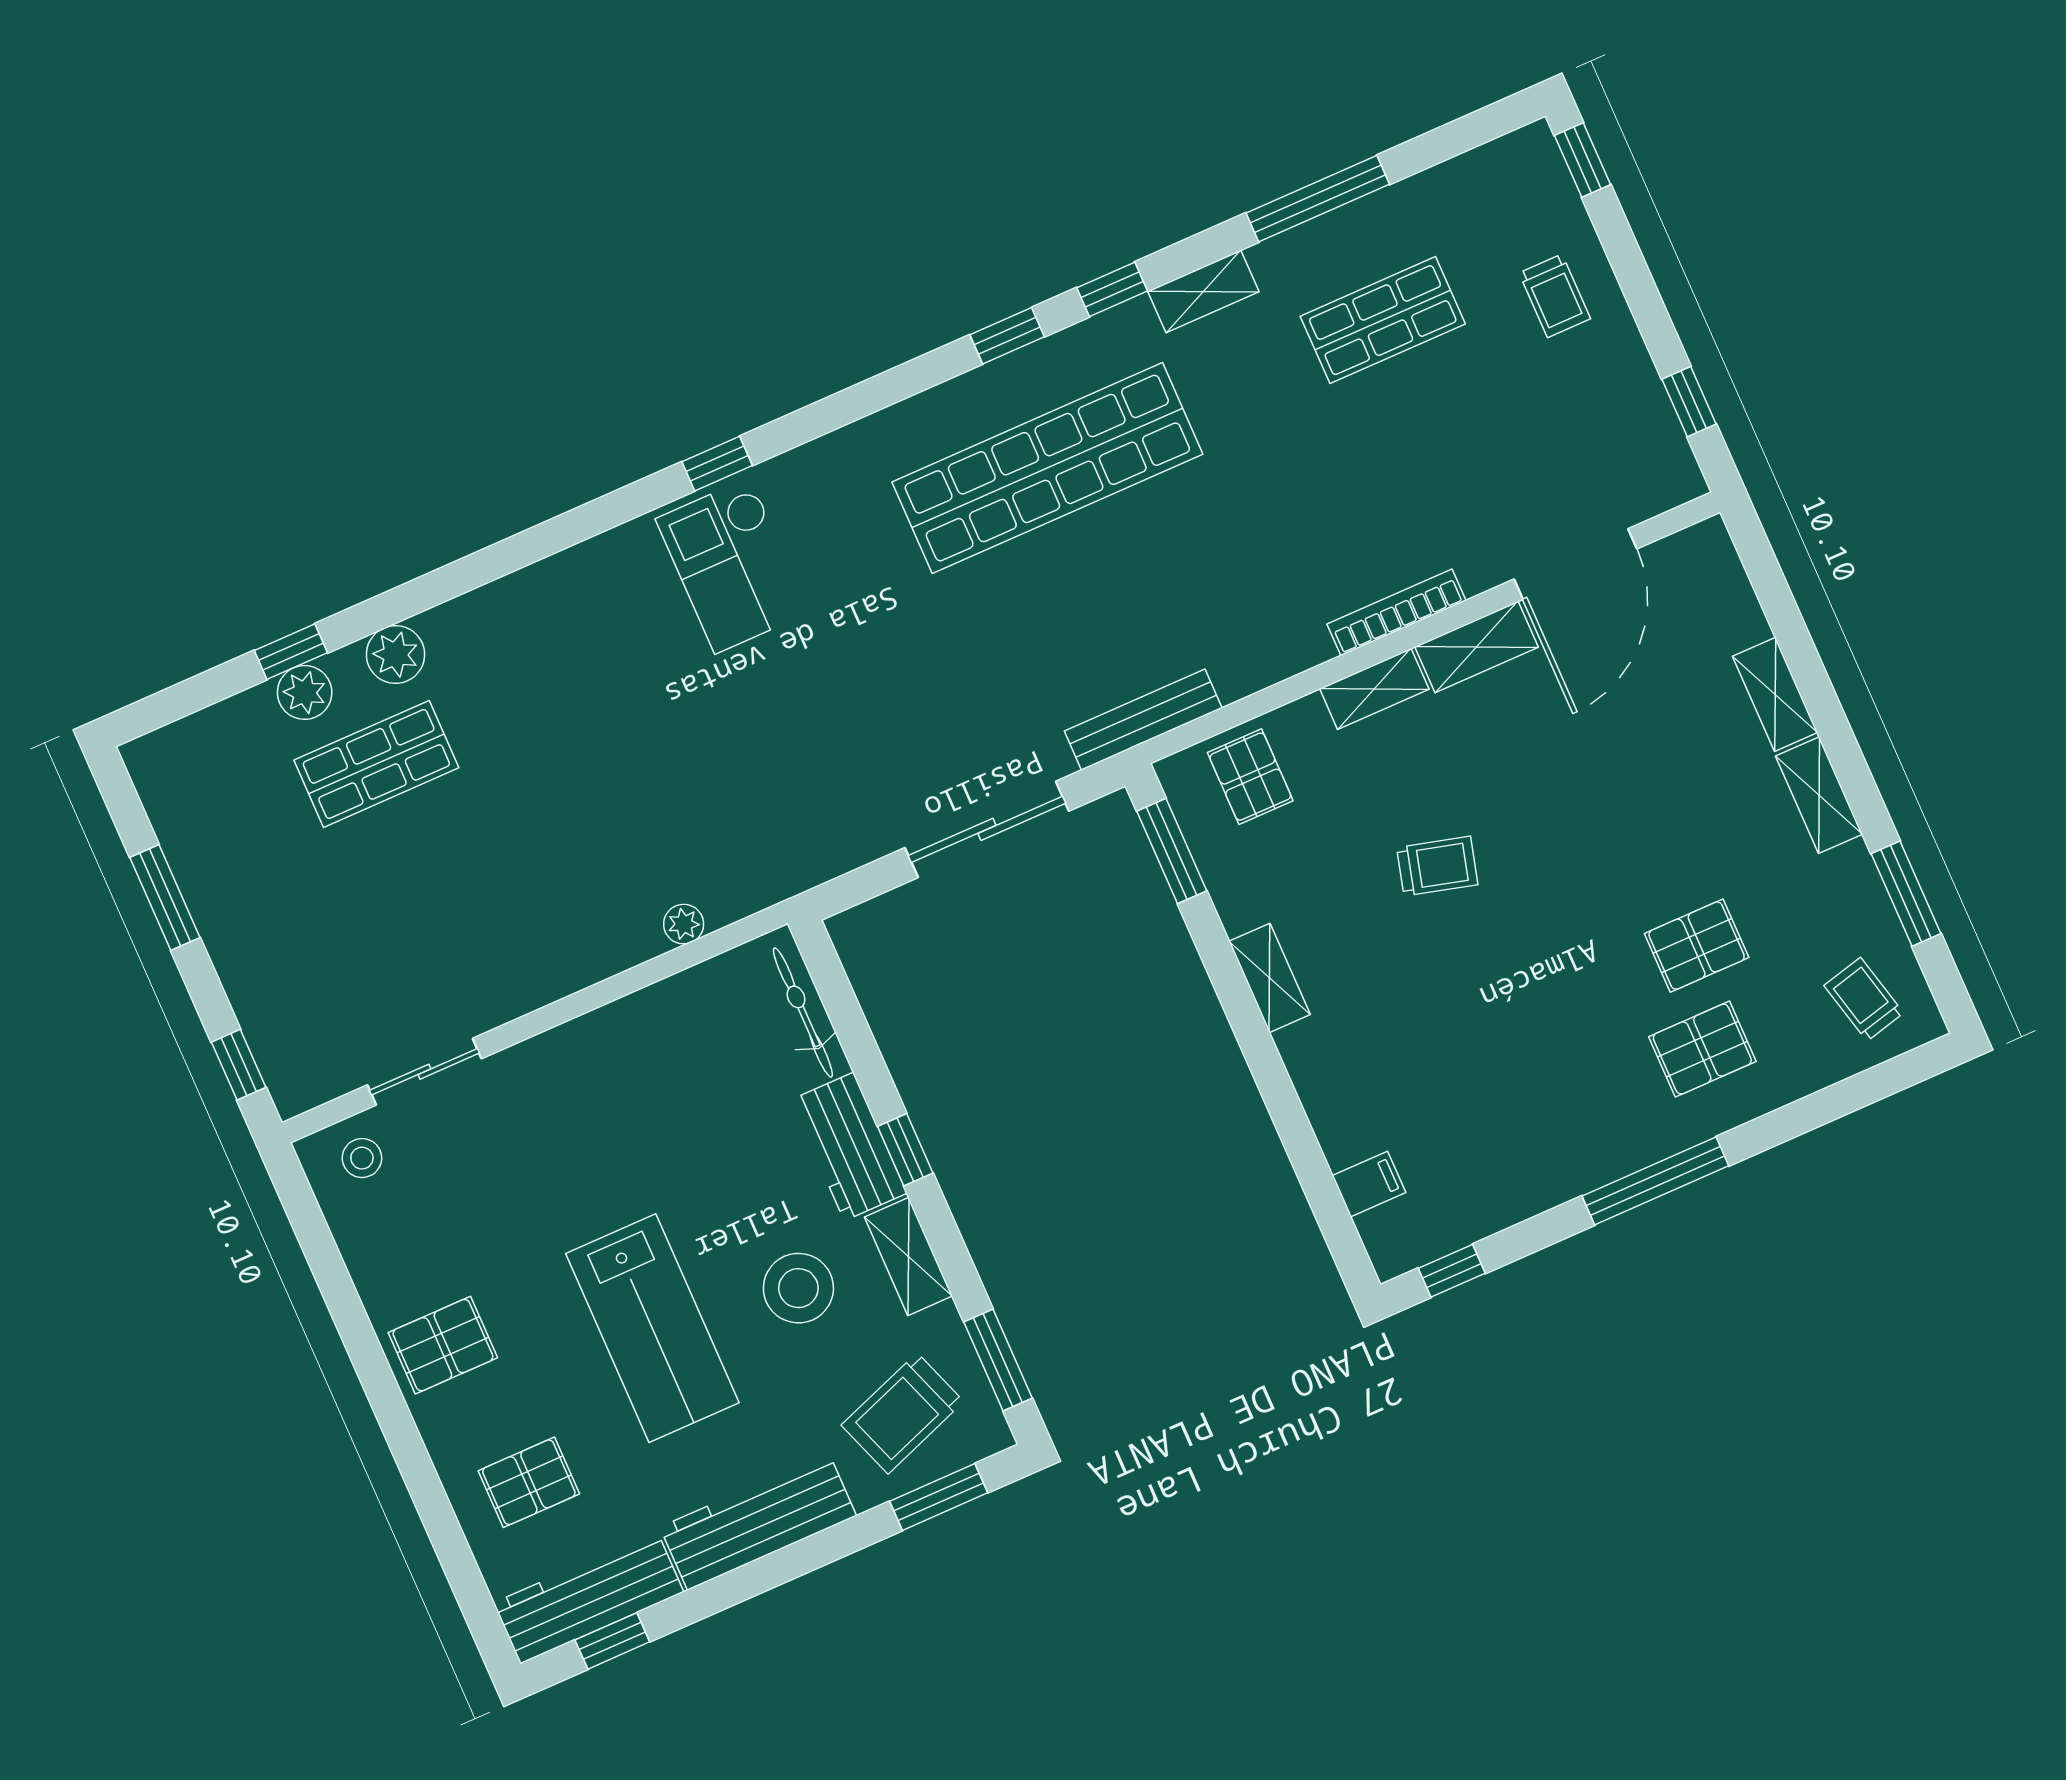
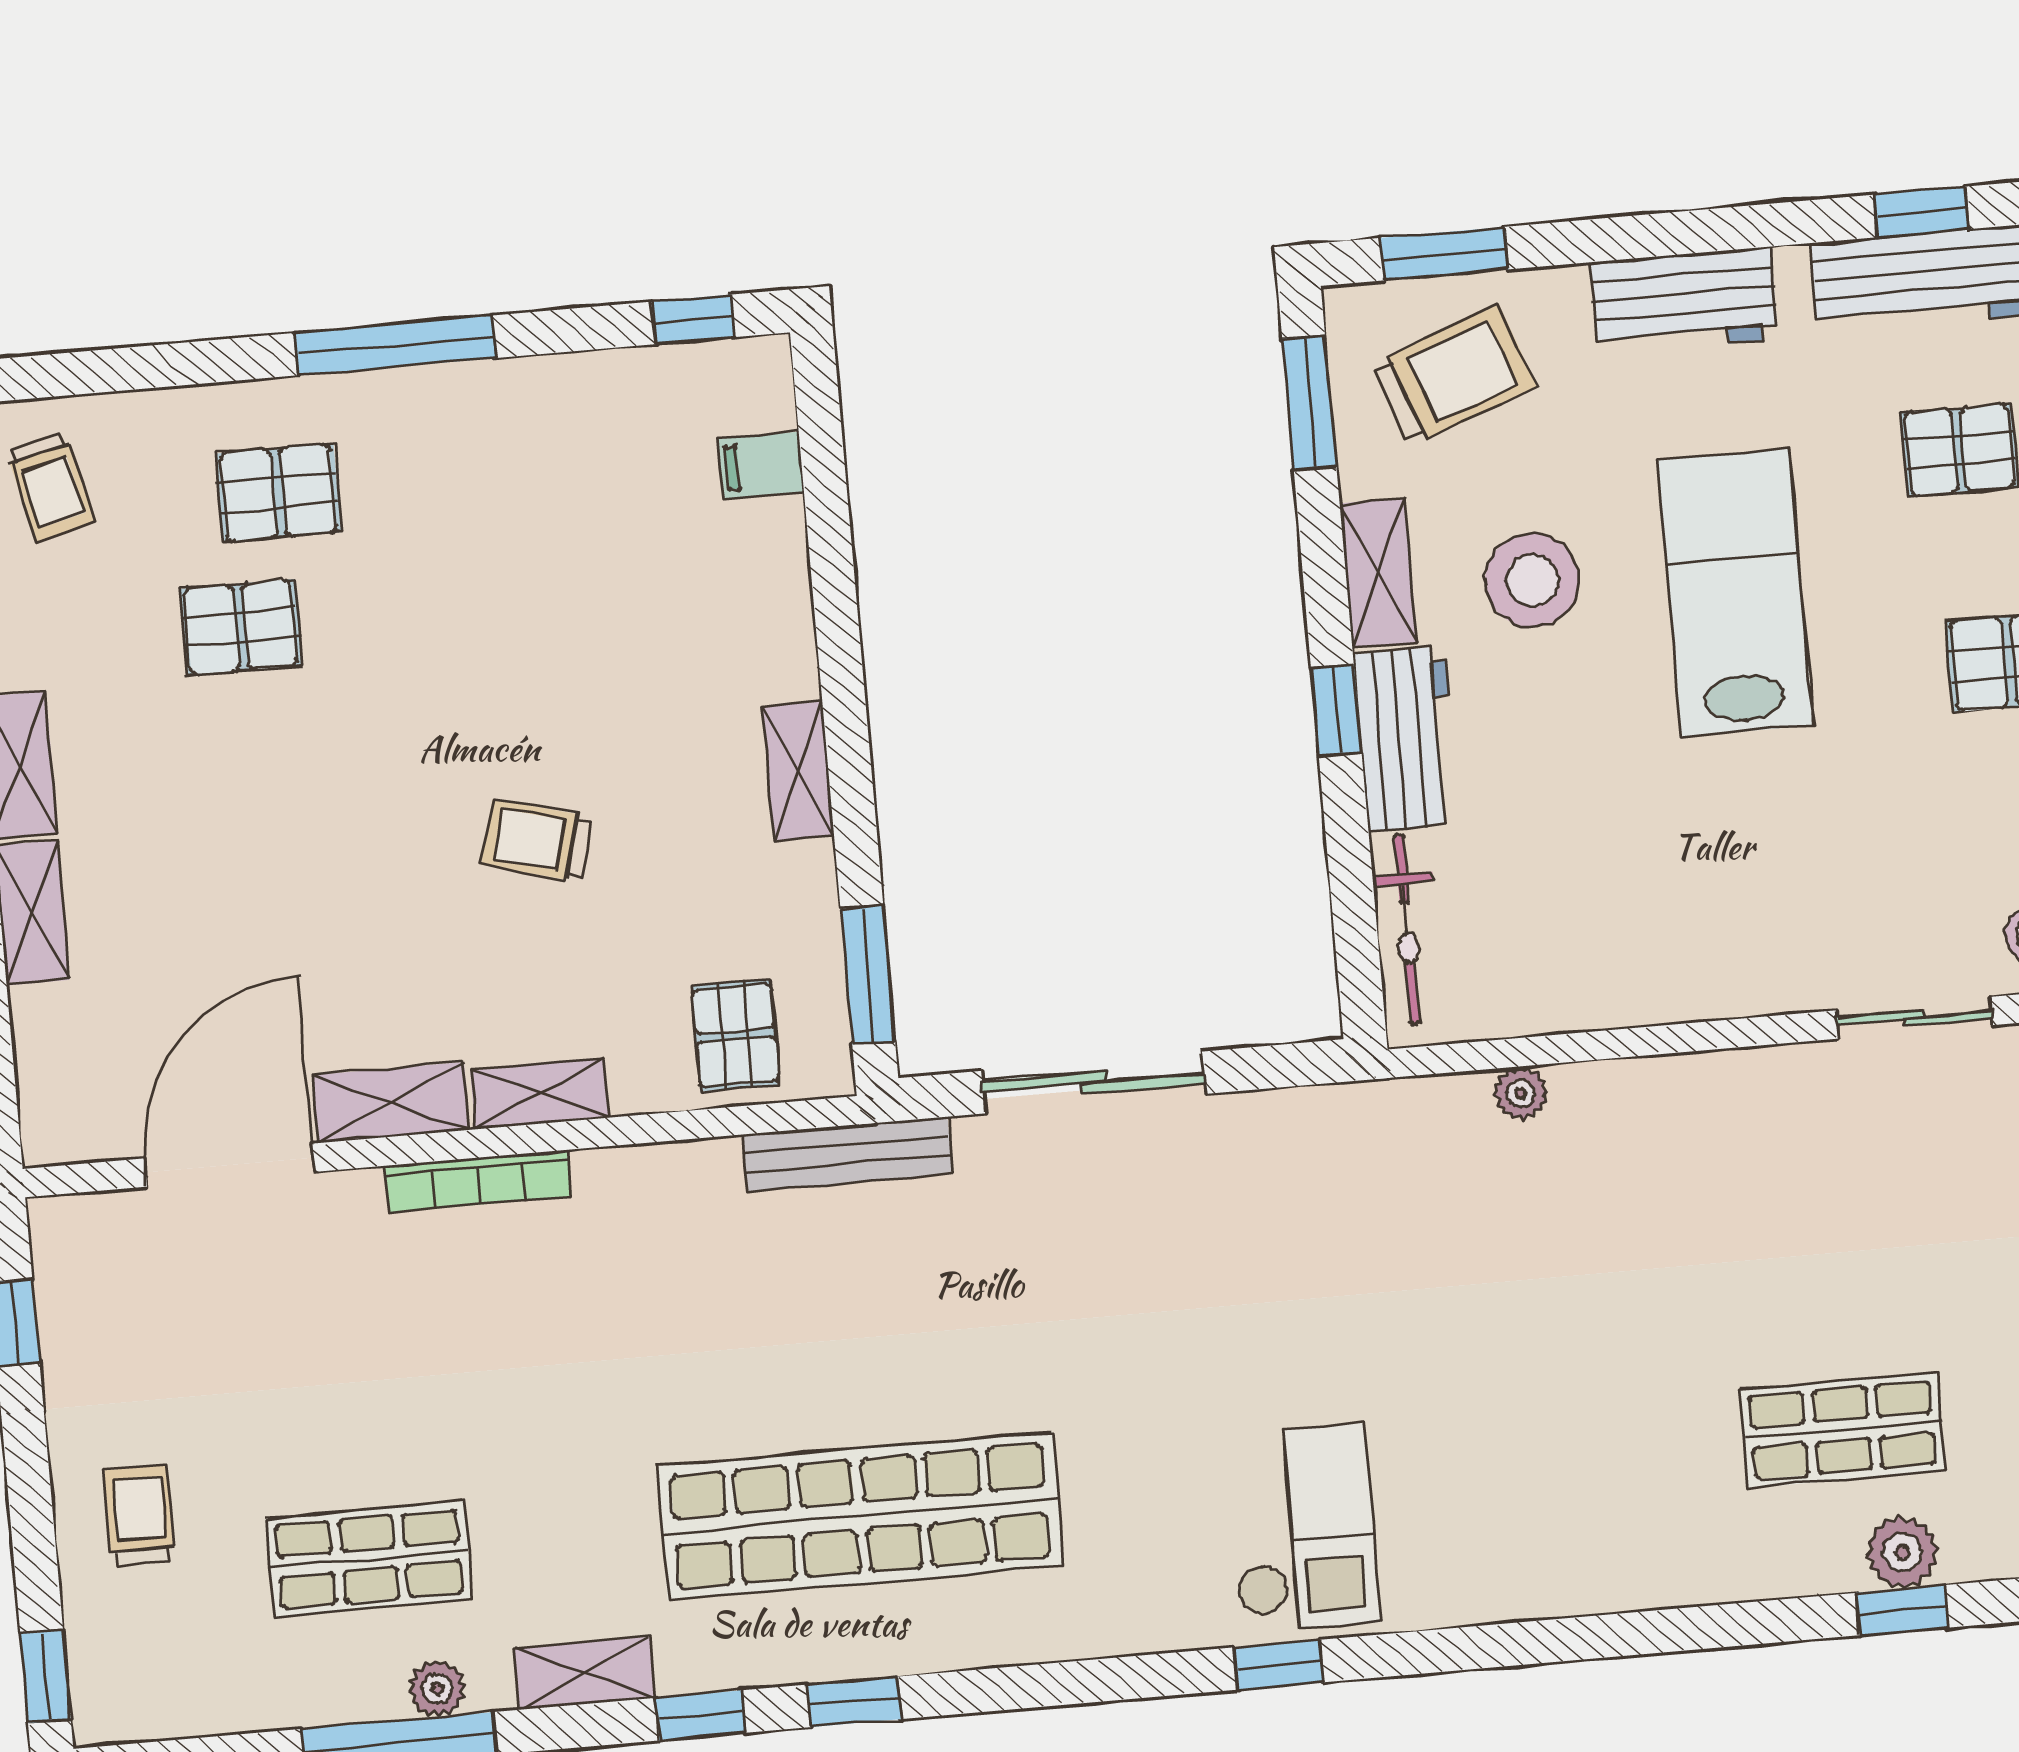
plant: (395, 655) -> (437, 1689), moved, width x0.73, depth x0.73
workbench: (758, 1521) -> (1684, 301), width x0.73

